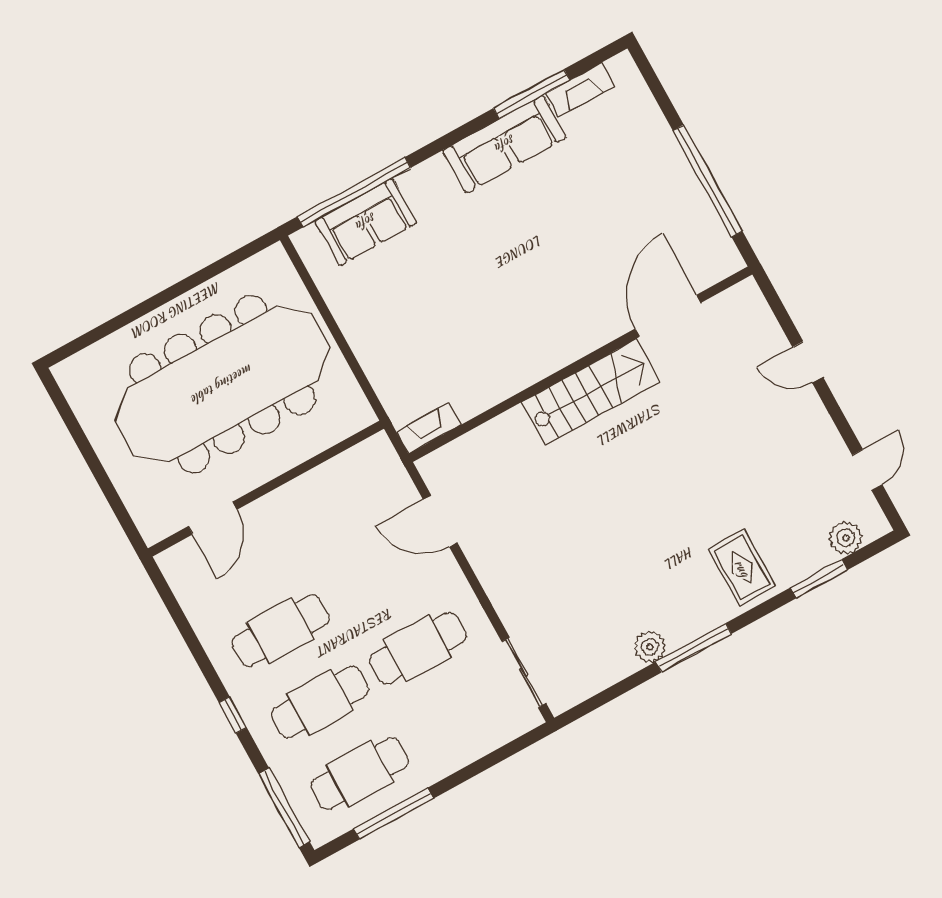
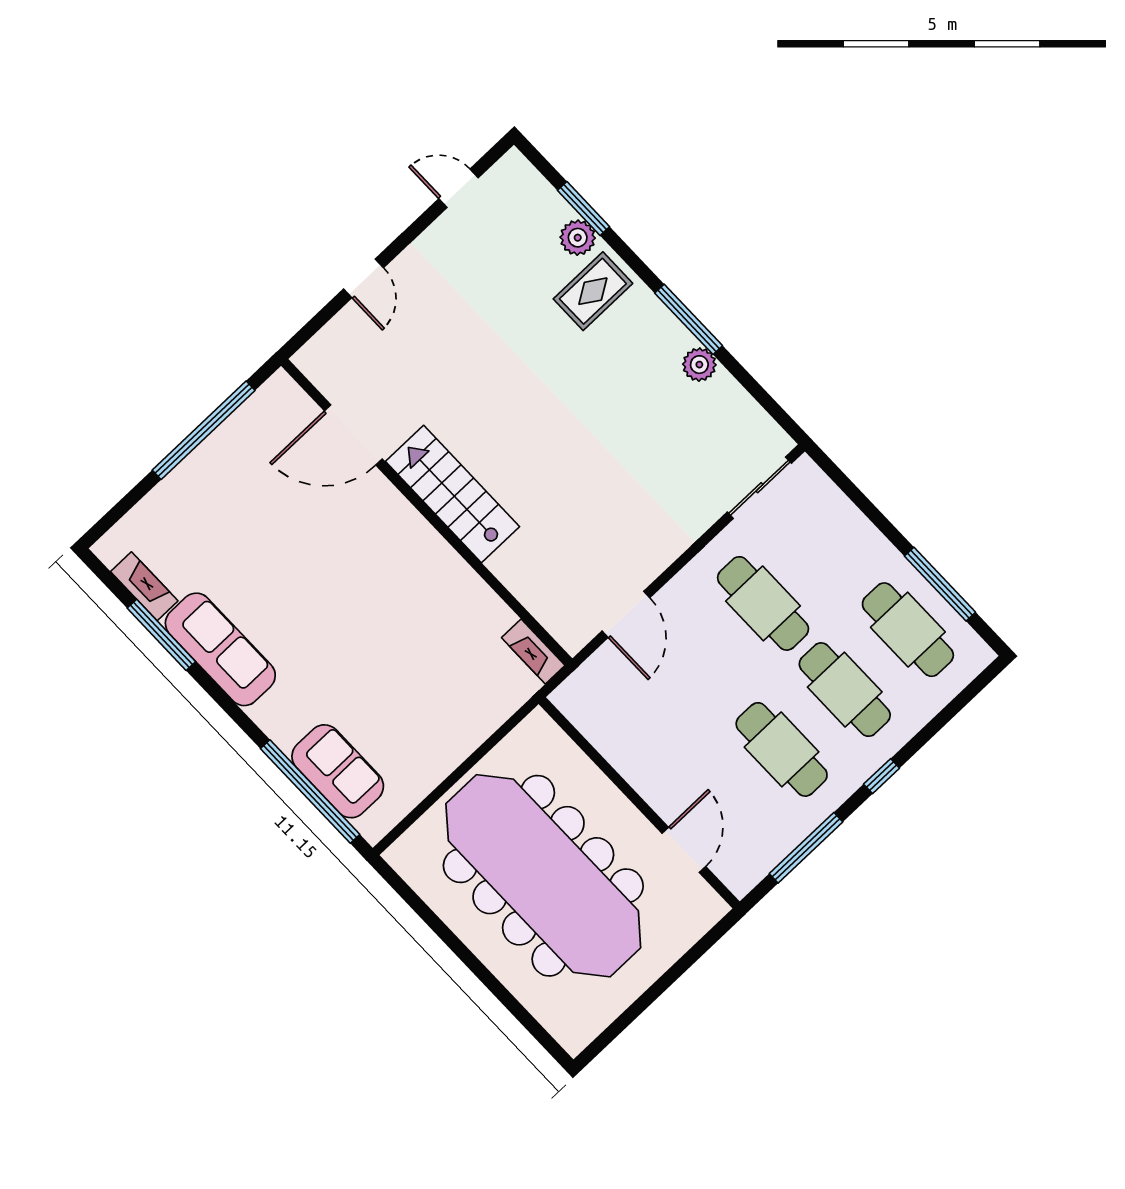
door: (213, 518) -> (684, 850), hinge flipped
plant: (846, 538) -> (578, 238), moved
window: (284, 808) -> (806, 848), moved

